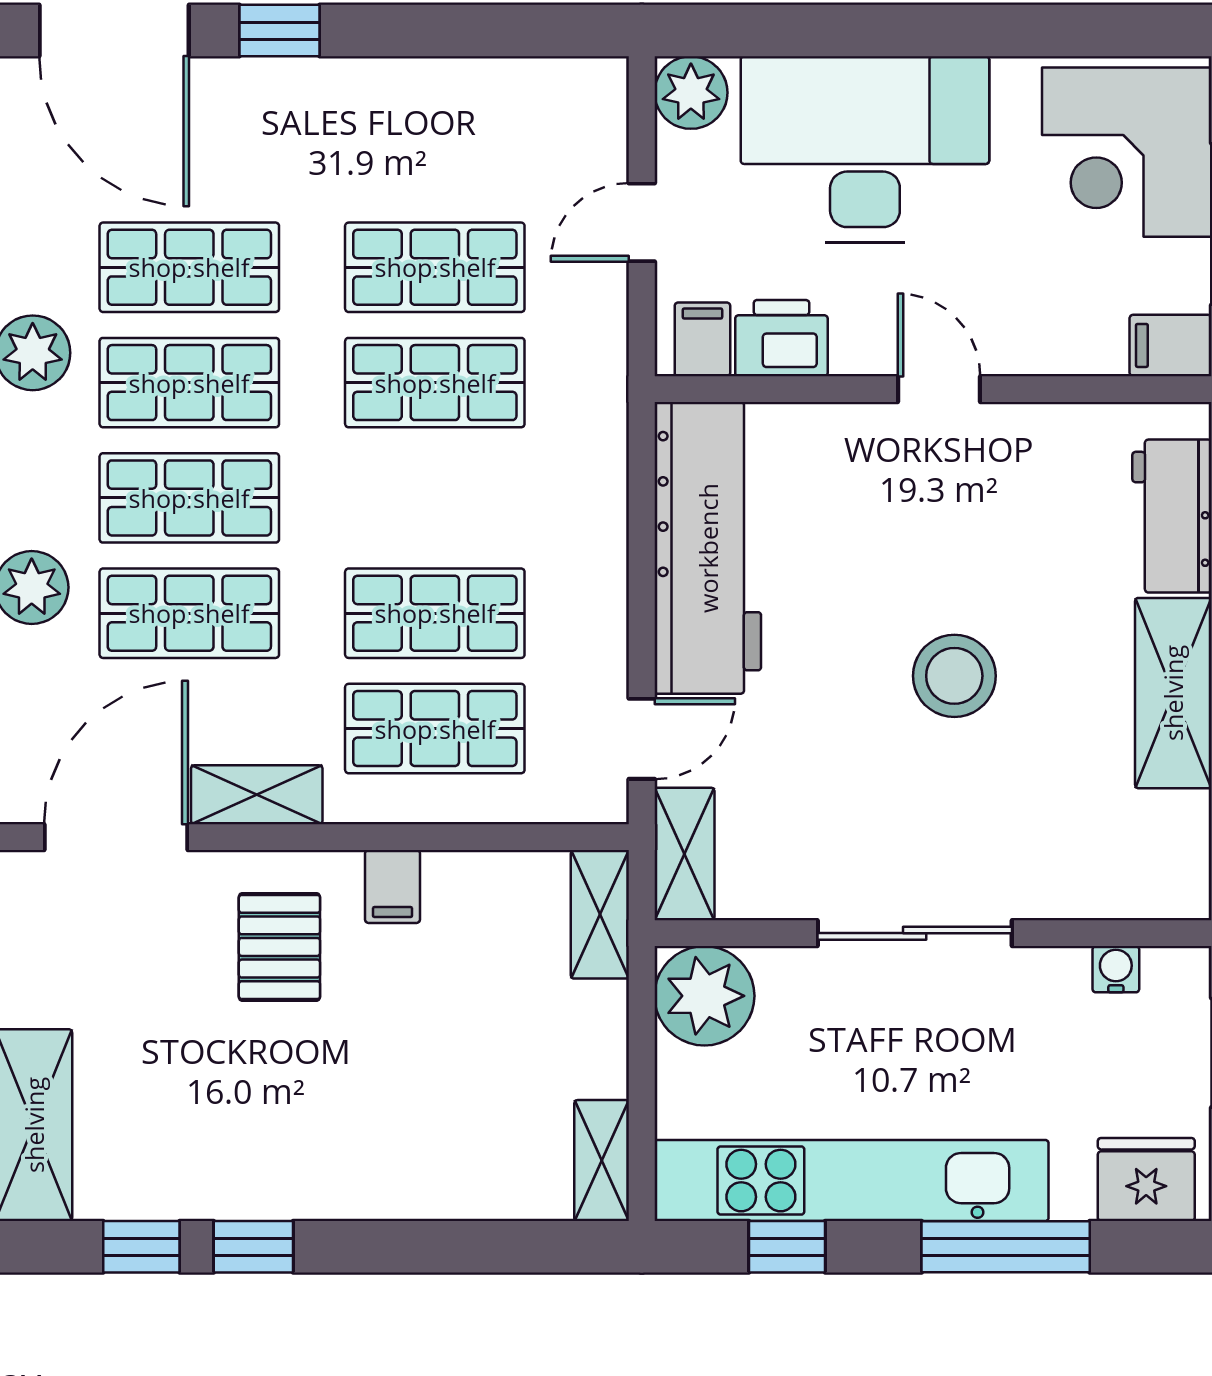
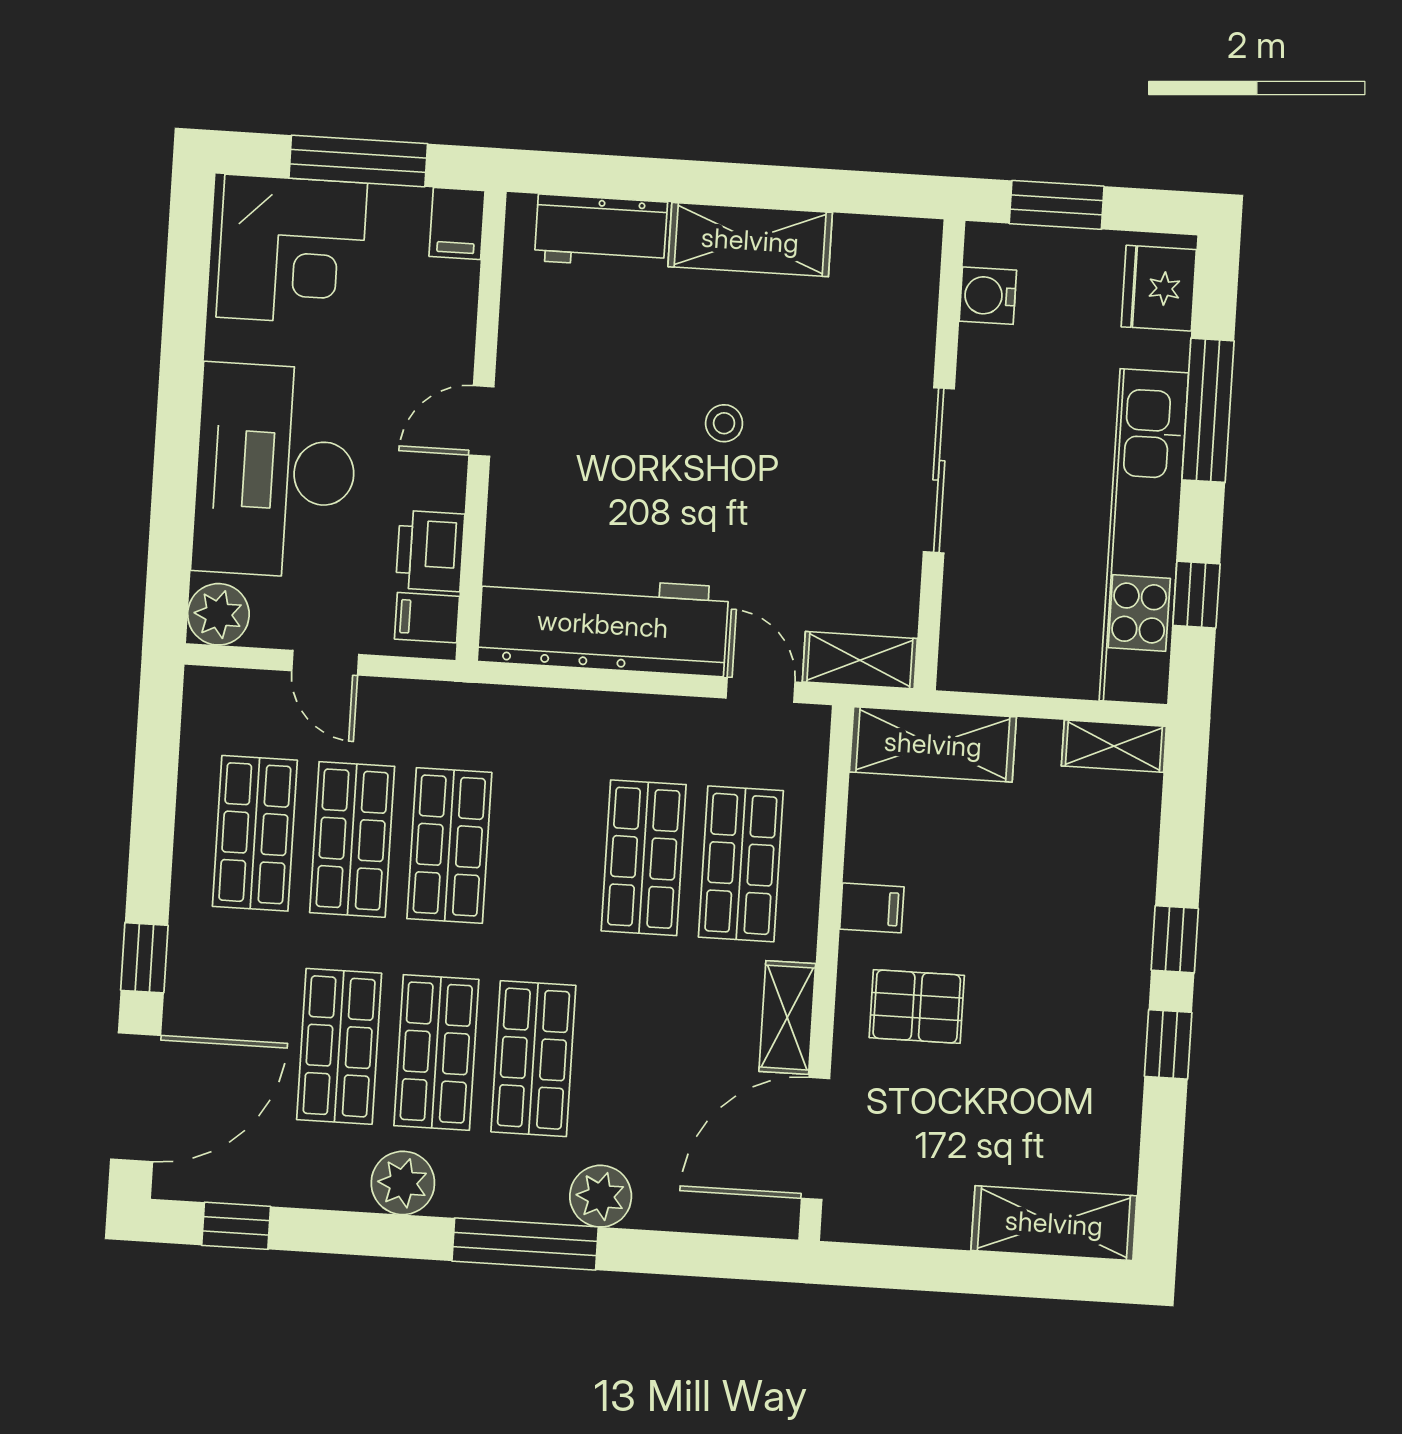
shop shelf: (189, 613) -> (255, 833), moved
stool: (954, 676) -> (724, 423), width x0.53, depth x0.53
door: (116, 837) -> (816, 1138), hinge flipped
shelving: (600, 914) -> (933, 744), width x1.50, depth x1.33
water cooler: (1116, 969) -> (988, 296), width x1.38, depth x1.38
plant: (704, 996) -> (980, 651), removed
window: (141, 1247) -> (1175, 939), moved

